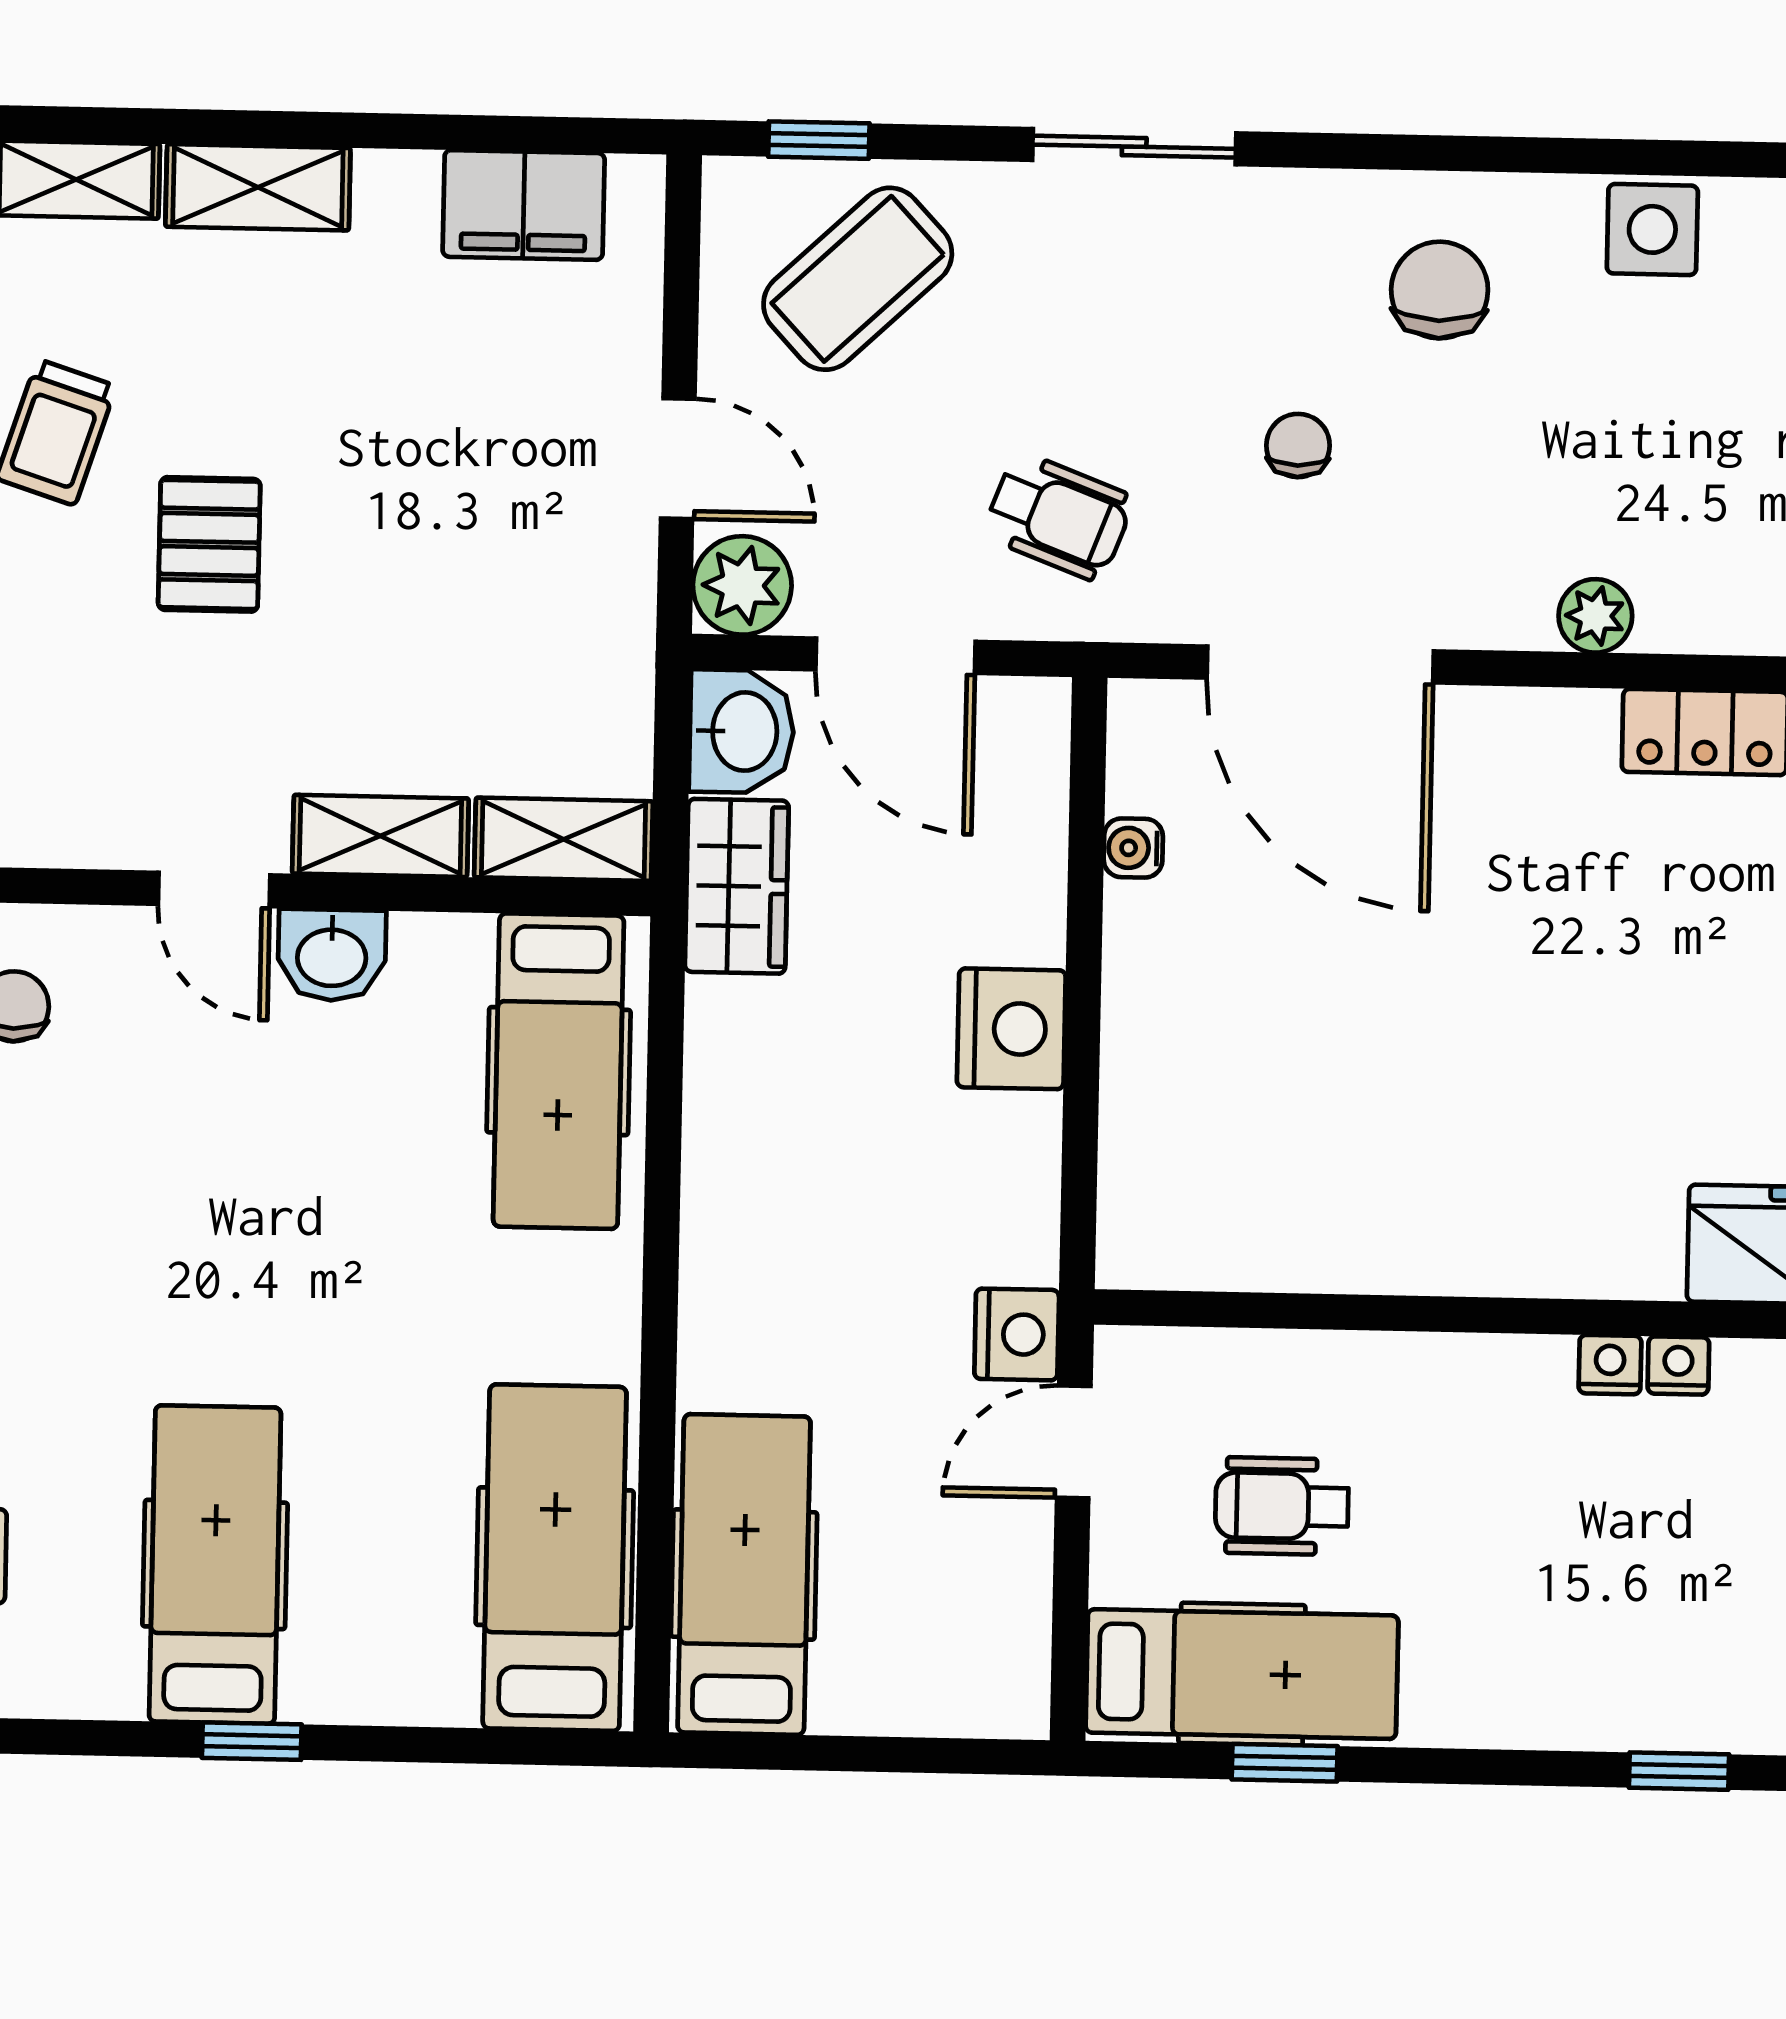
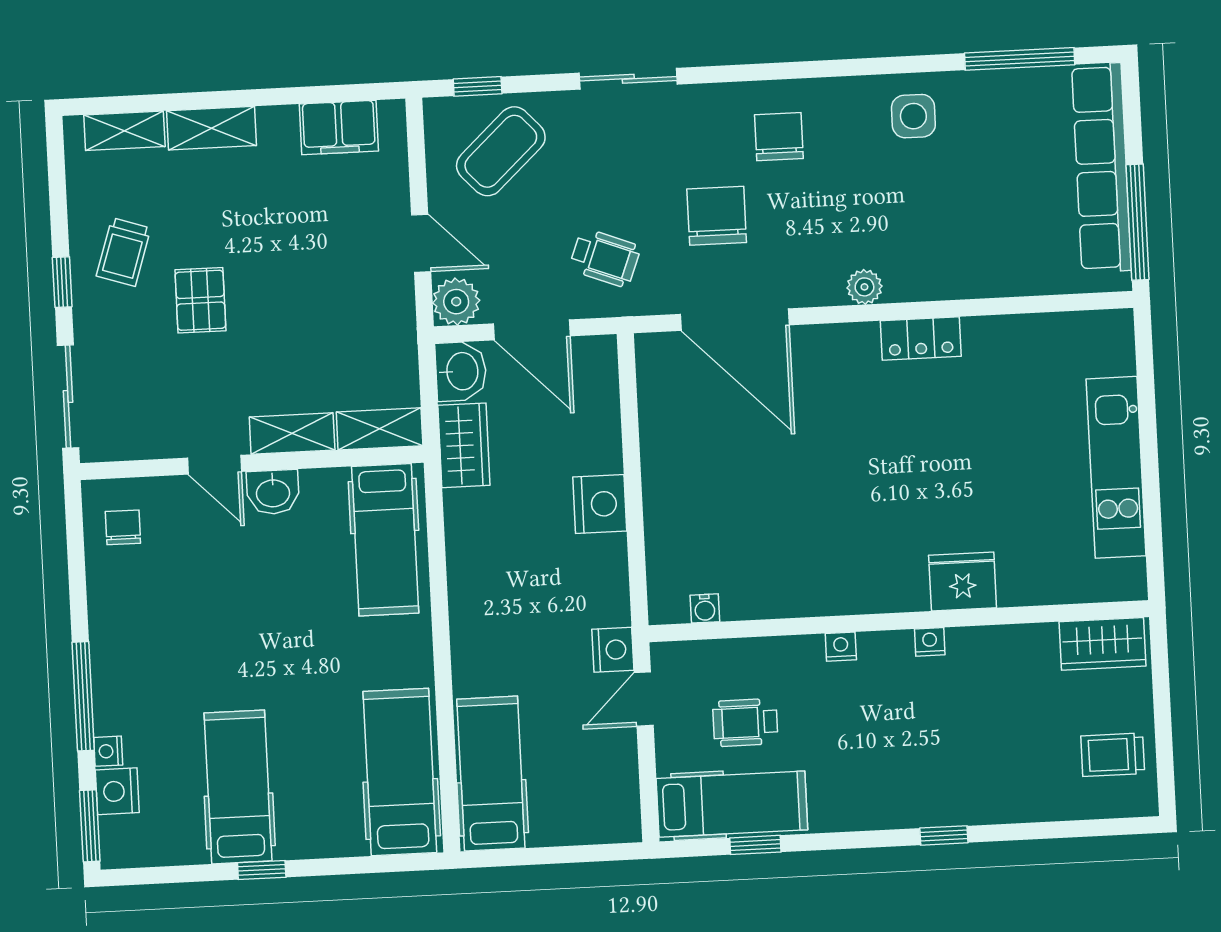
side table: (1652, 229) -> (913, 116), moved
chair: (1298, 445) -> (717, 216), width x1.87, depth x1.87
water cooler: (1133, 848) -> (705, 608), moved, turned -90
nightstand: (1610, 1365) -> (841, 647), moved

